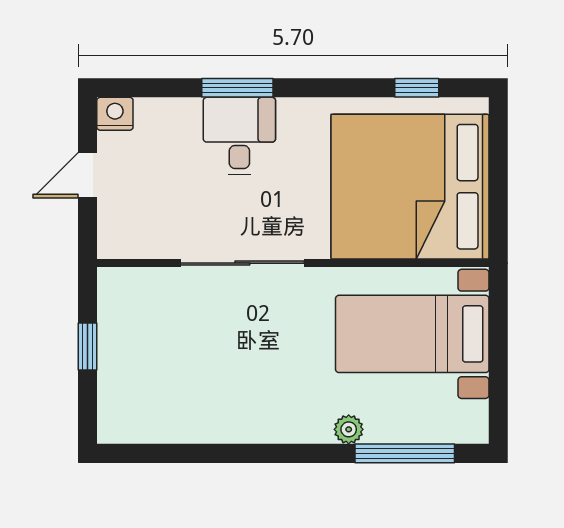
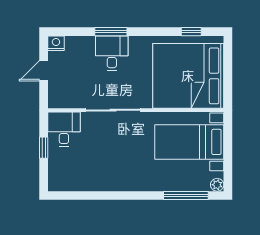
desk: (133, 305) -> (64, 129), added
plant: (349, 429) -> (217, 185), moved

